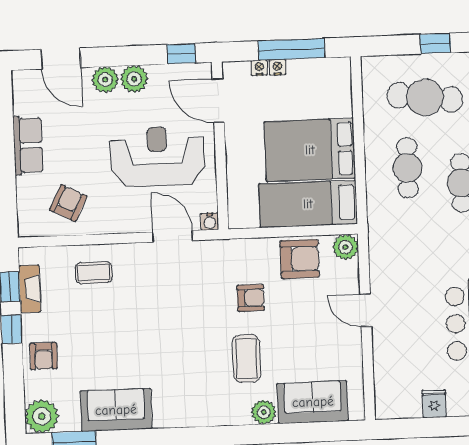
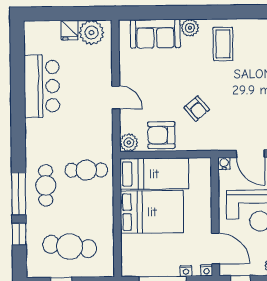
nightstand: (277, 67) -> (206, 270), moved
cafe table: (408, 168) -> (86, 170), moved, turned 90
armchair: (251, 298) -> (197, 109), turned -130
coffee table: (247, 359) -> (223, 44), moved
plant: (403, 401) -> (92, 33), added

